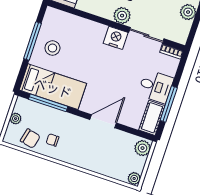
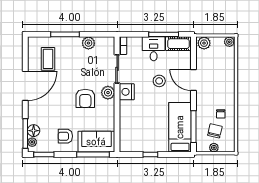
window: (33, 41) -> (150, 154), width x0.46
stool: (52, 48) -> (159, 81), moved
chair: (30, 139) -> (215, 131), moved

